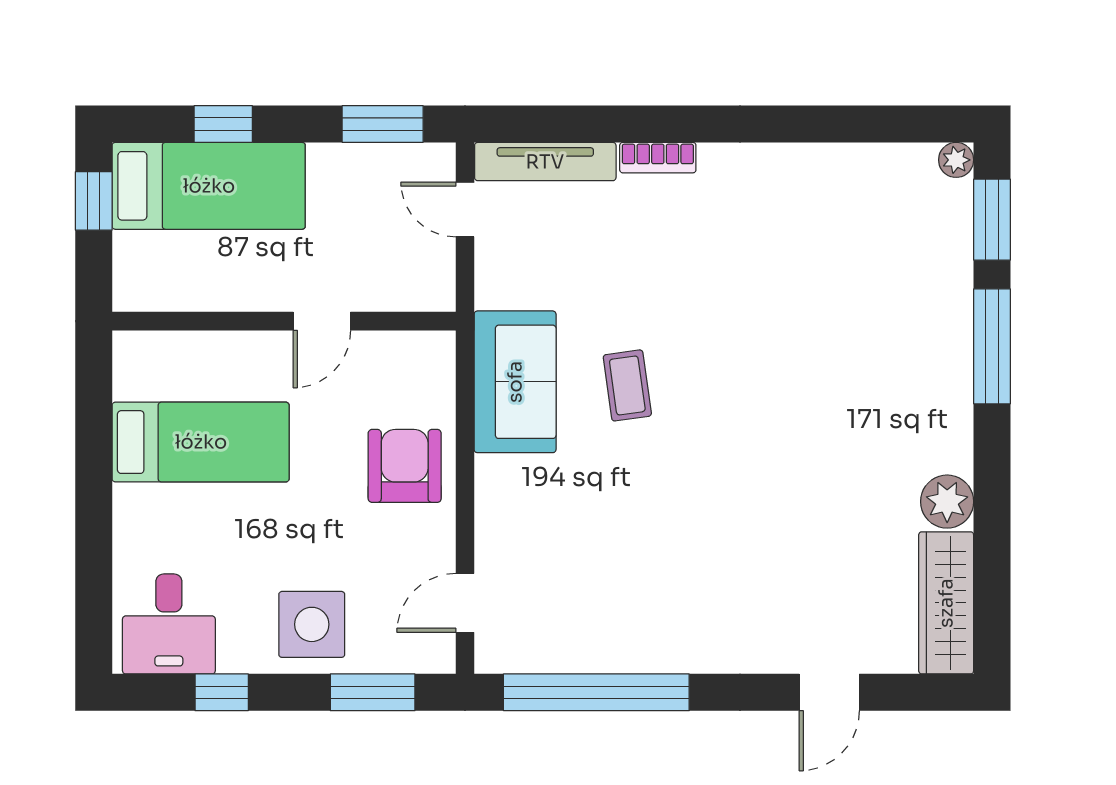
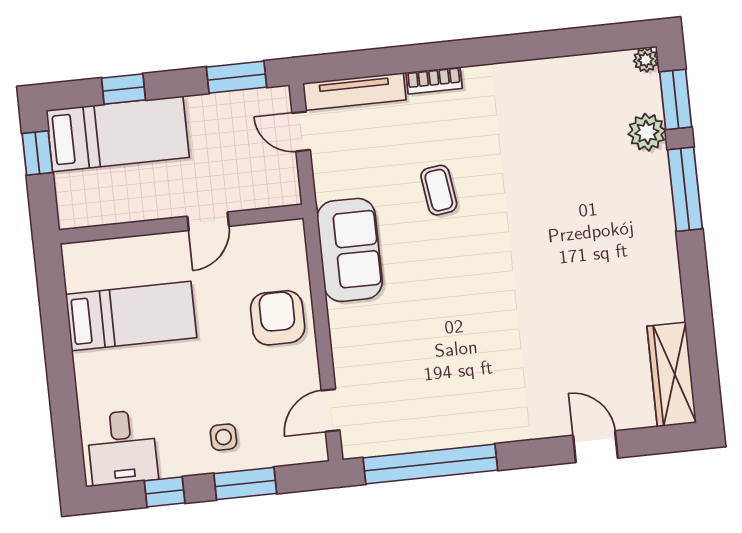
coffee table: (627, 385) -> (439, 190), moved
plant: (947, 502) -> (647, 132), moved
side table: (312, 624) -> (224, 437), width x0.54, depth x0.54
window: (373, 692) -> (245, 483), moved
door: (829, 692) -> (595, 447), swing flipped

